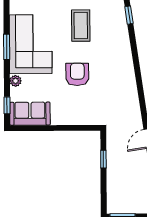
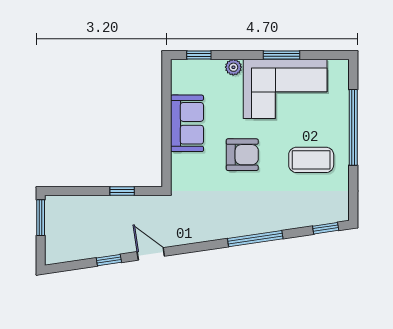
window: (137, 65) -> (255, 239), added
sofa: (30, 114) -> (187, 123), moved

